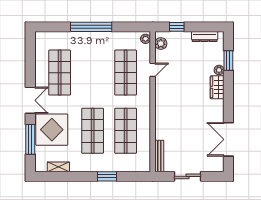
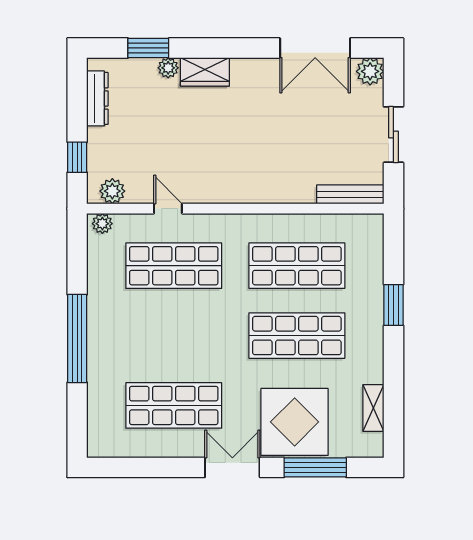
plant: (217, 165) -> (370, 71), added

